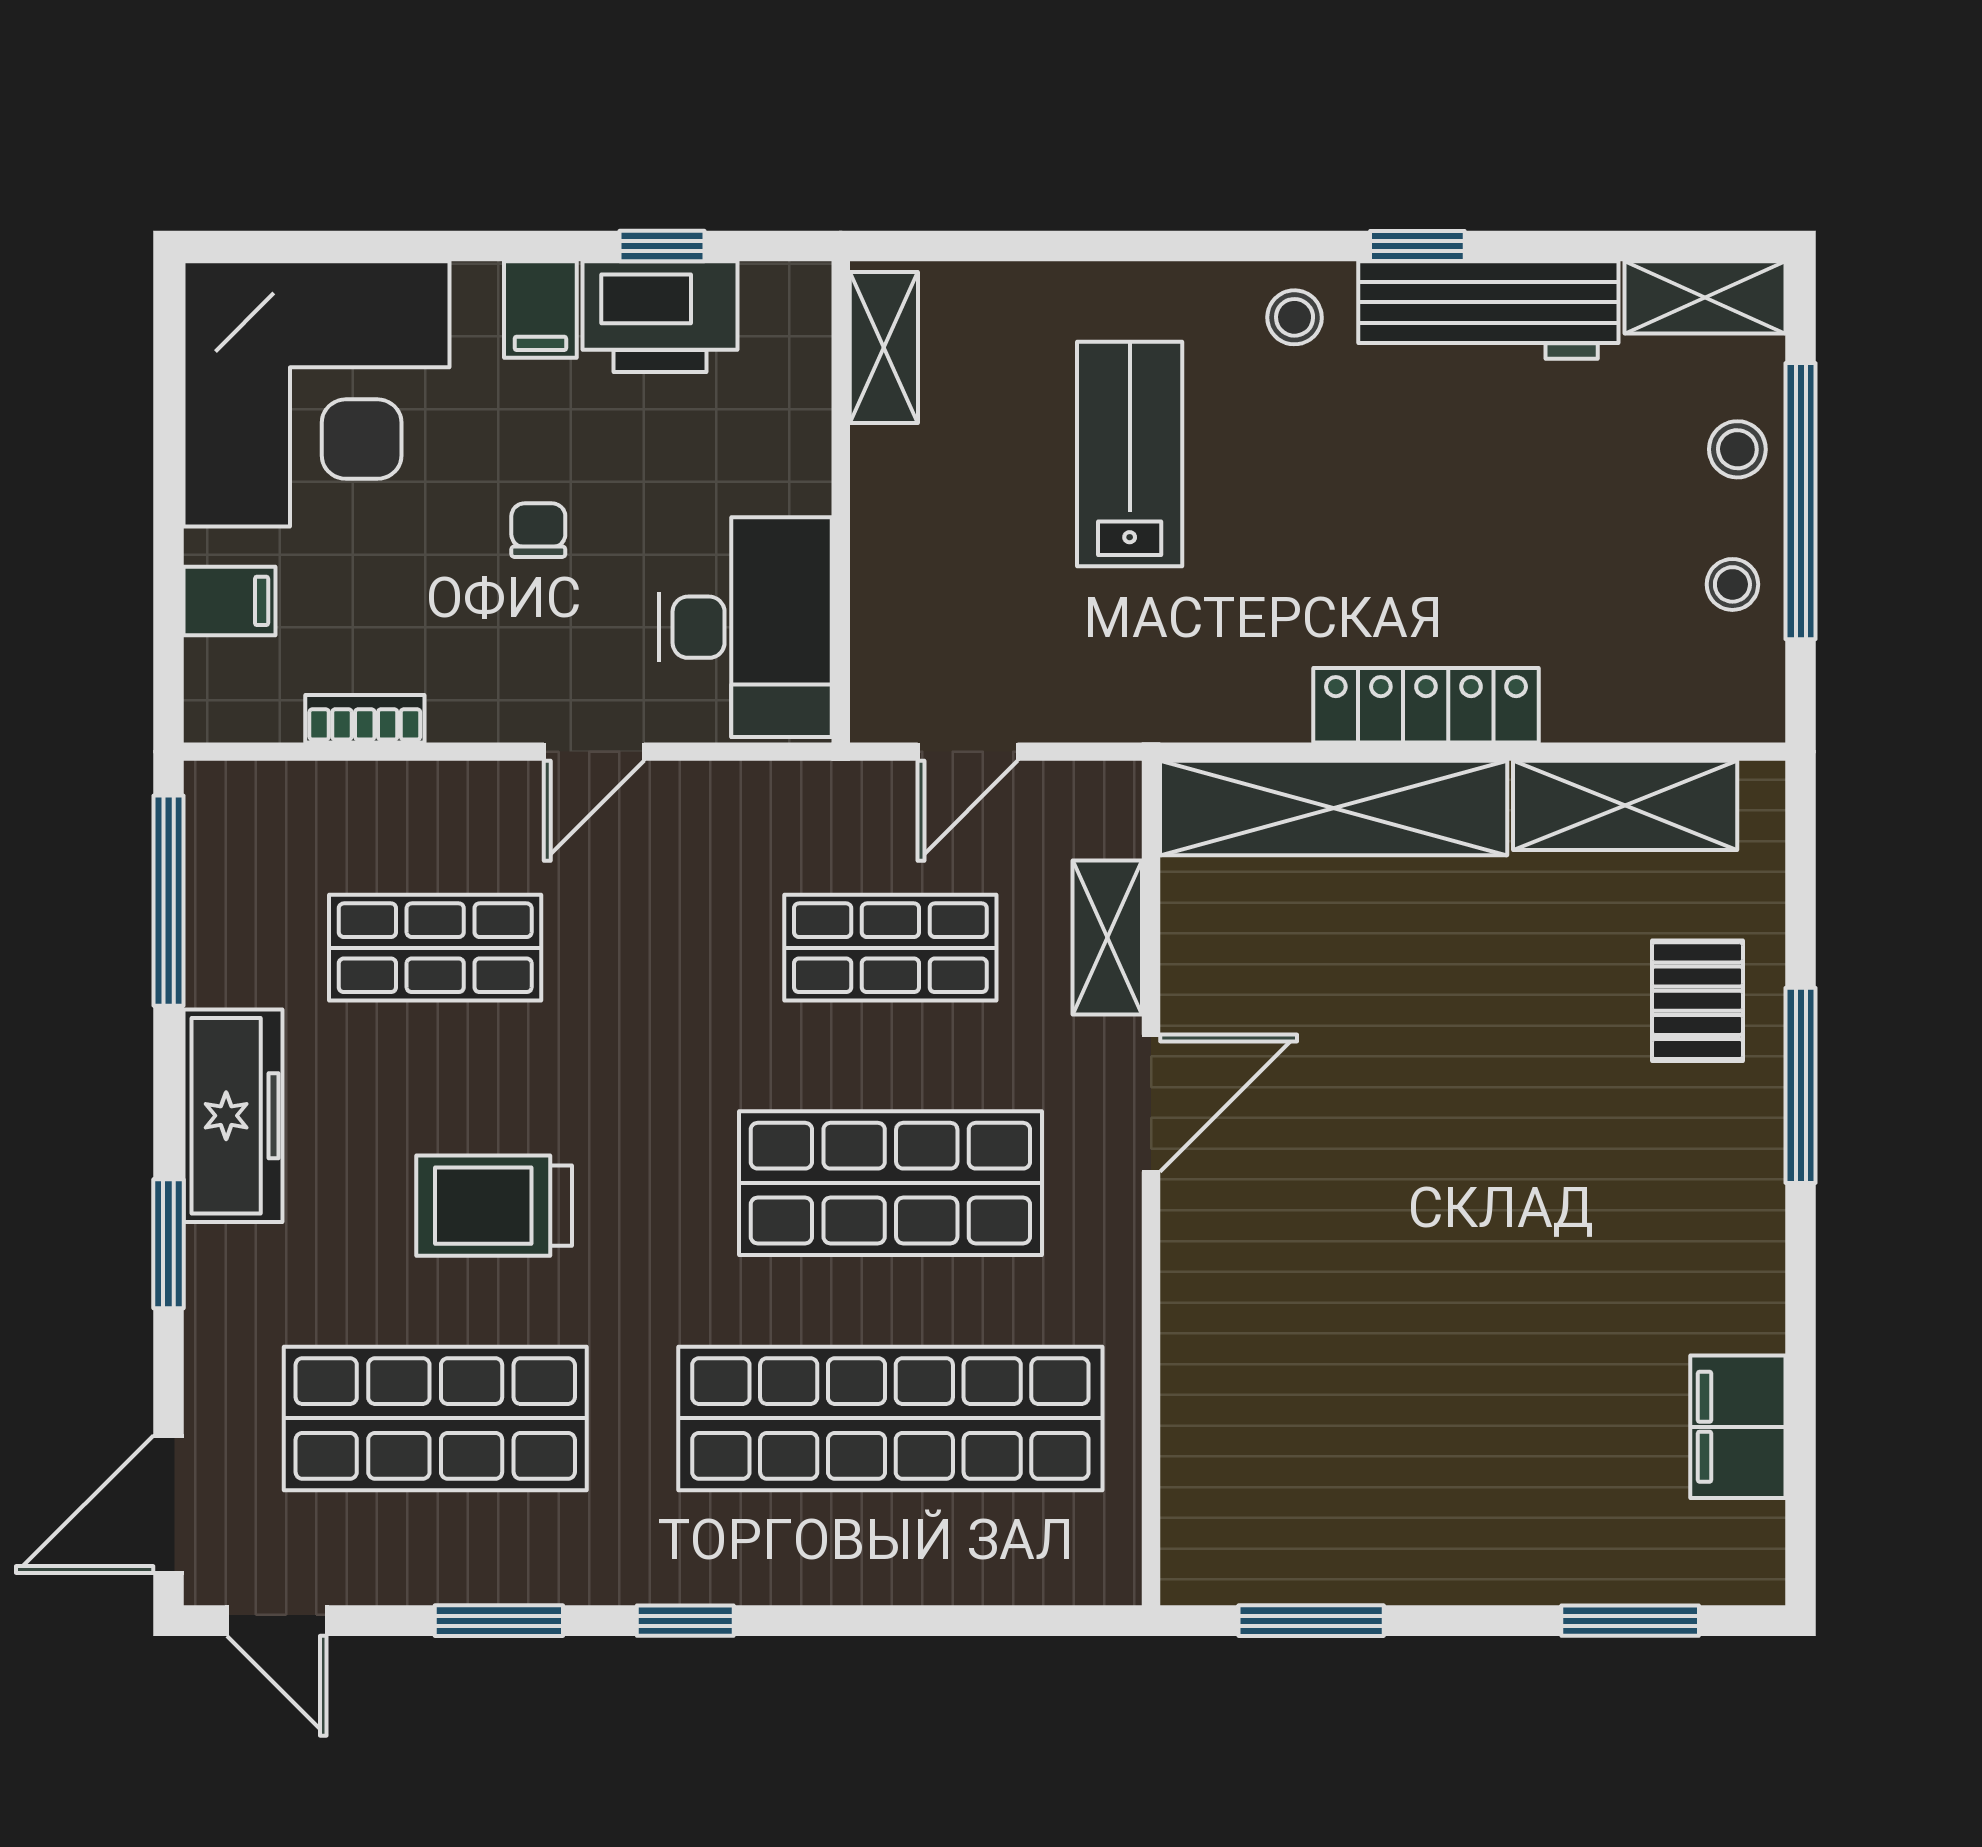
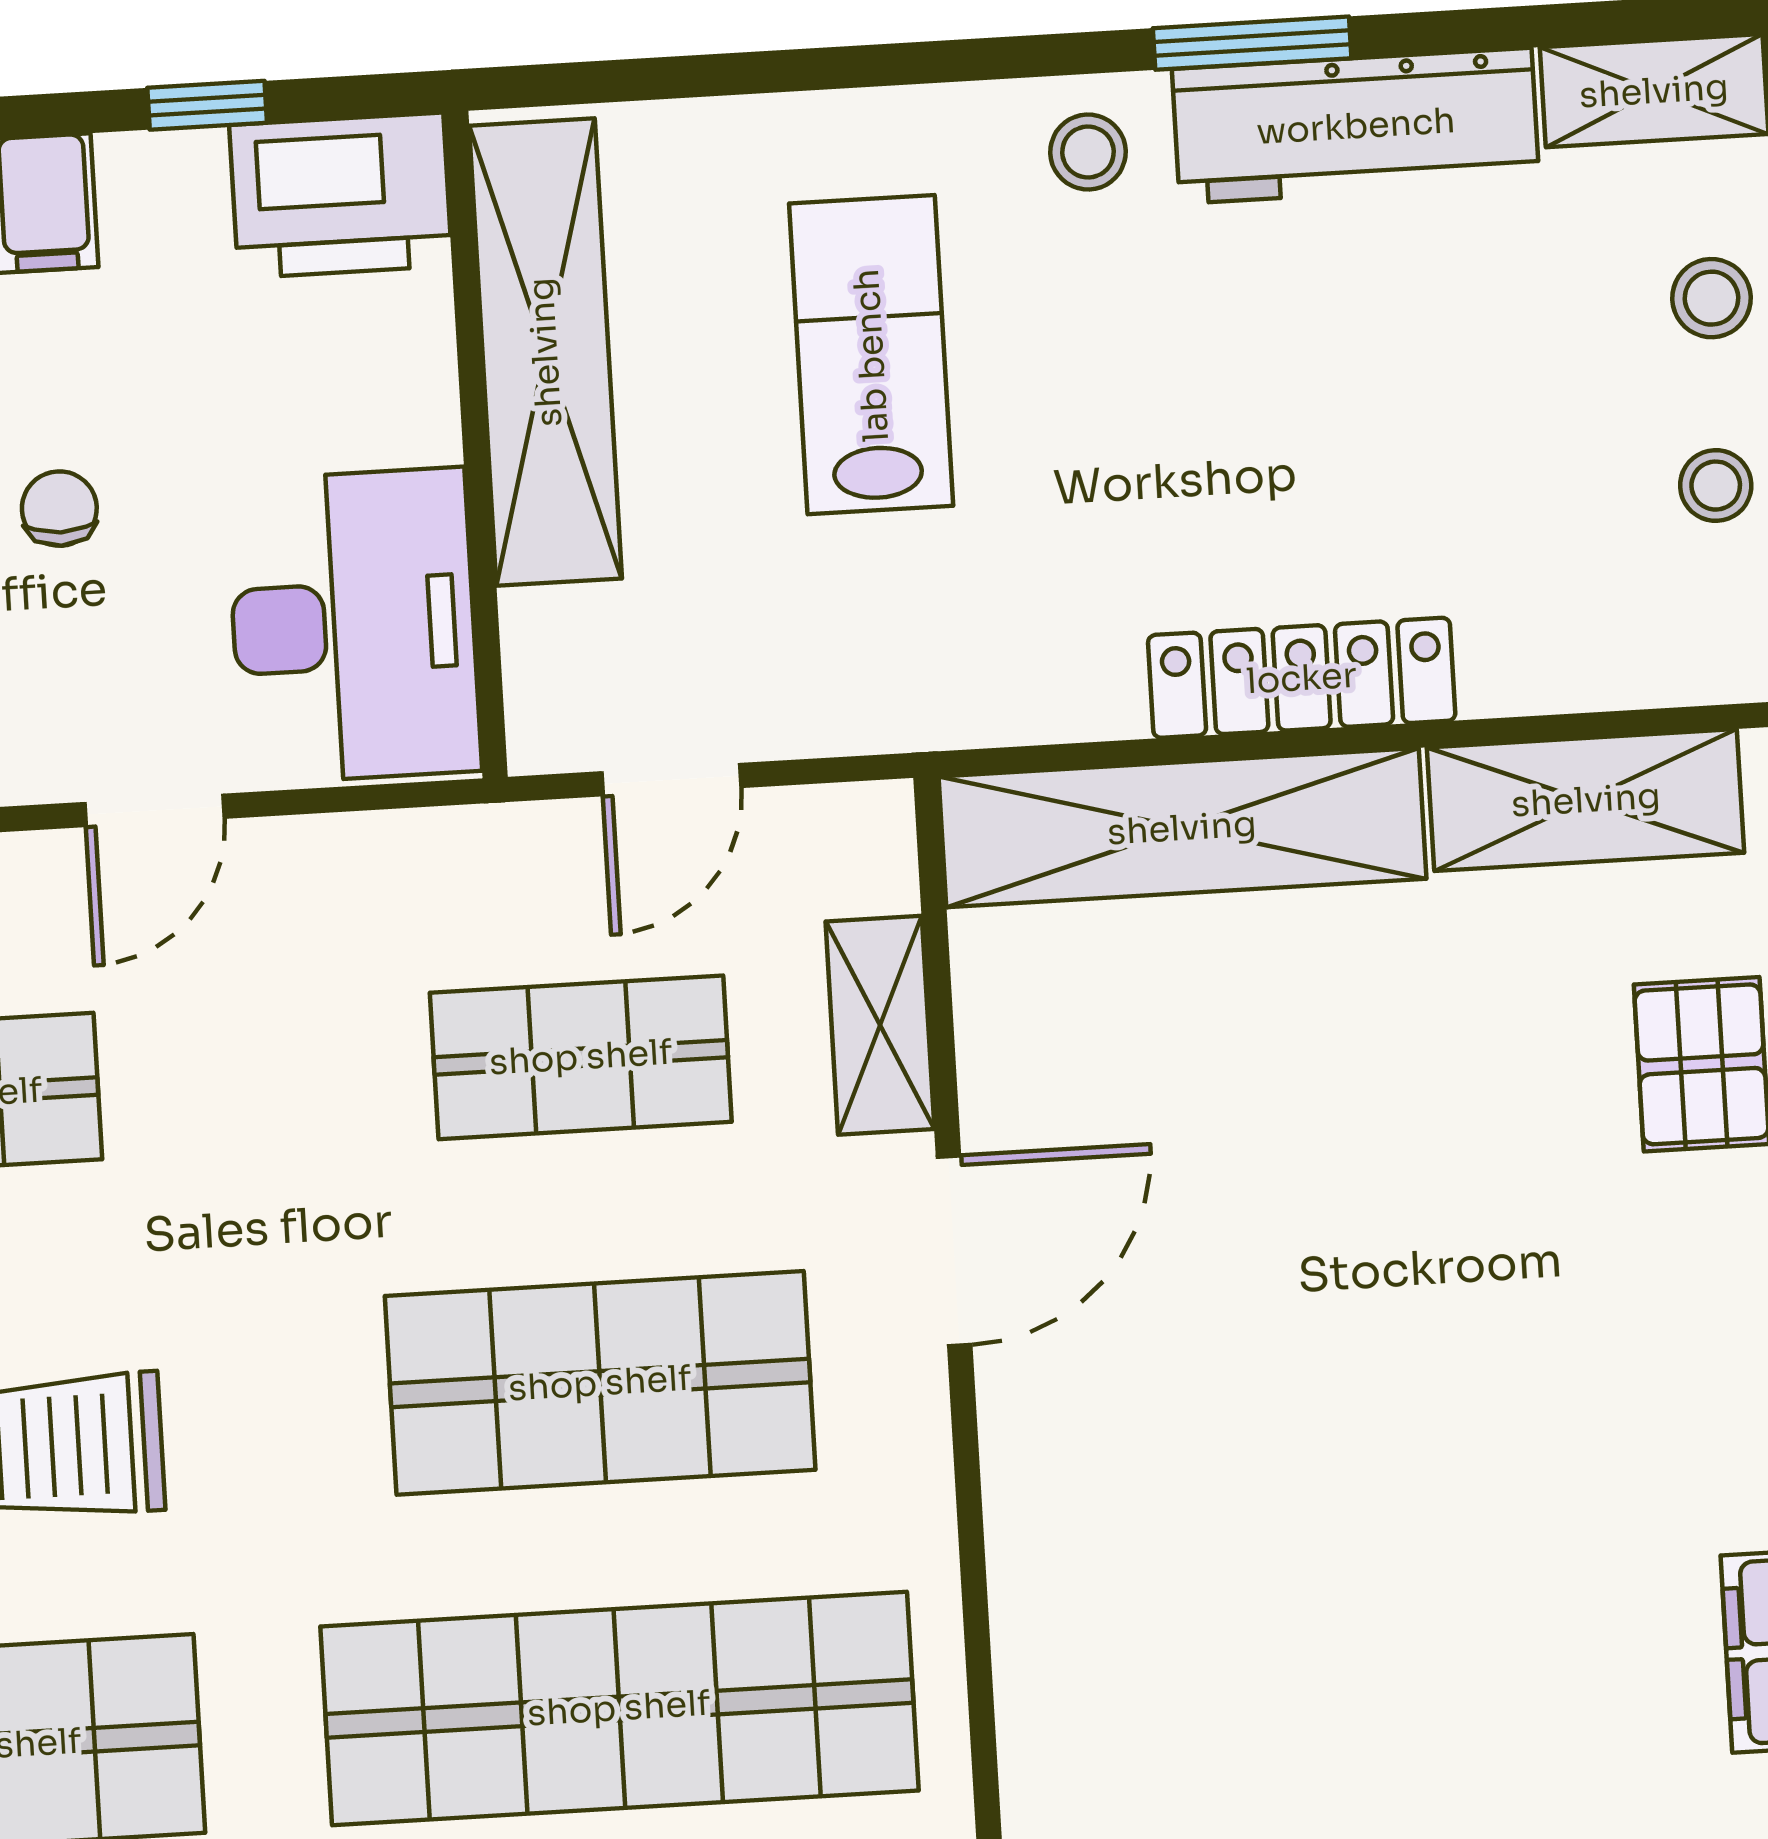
window: (1417, 246) -> (1252, 43), width x1.50
printer: (660, 317) -> (341, 195), moved
shelving: (884, 347) -> (545, 352), width x2.20, depth x1.33

